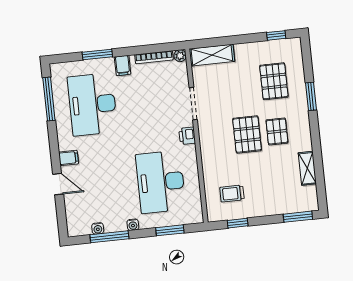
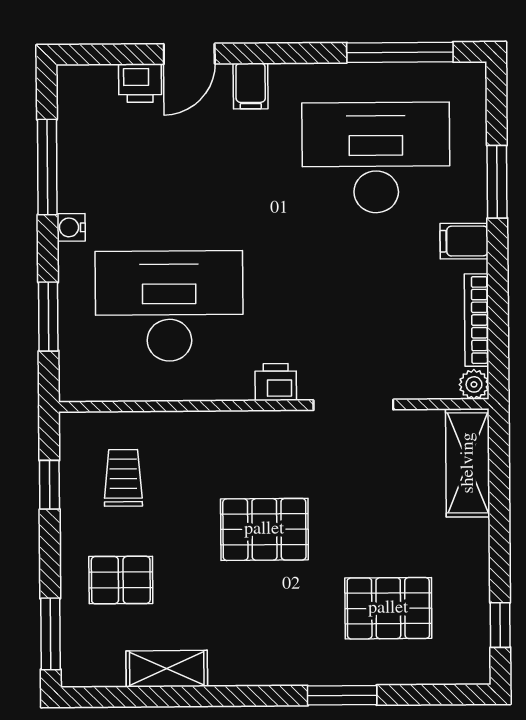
pallet: (277, 131) -> (121, 580), moved
printer: (72, 203) -> (140, 83), added
water cooler: (98, 228) -> (71, 140), removed

